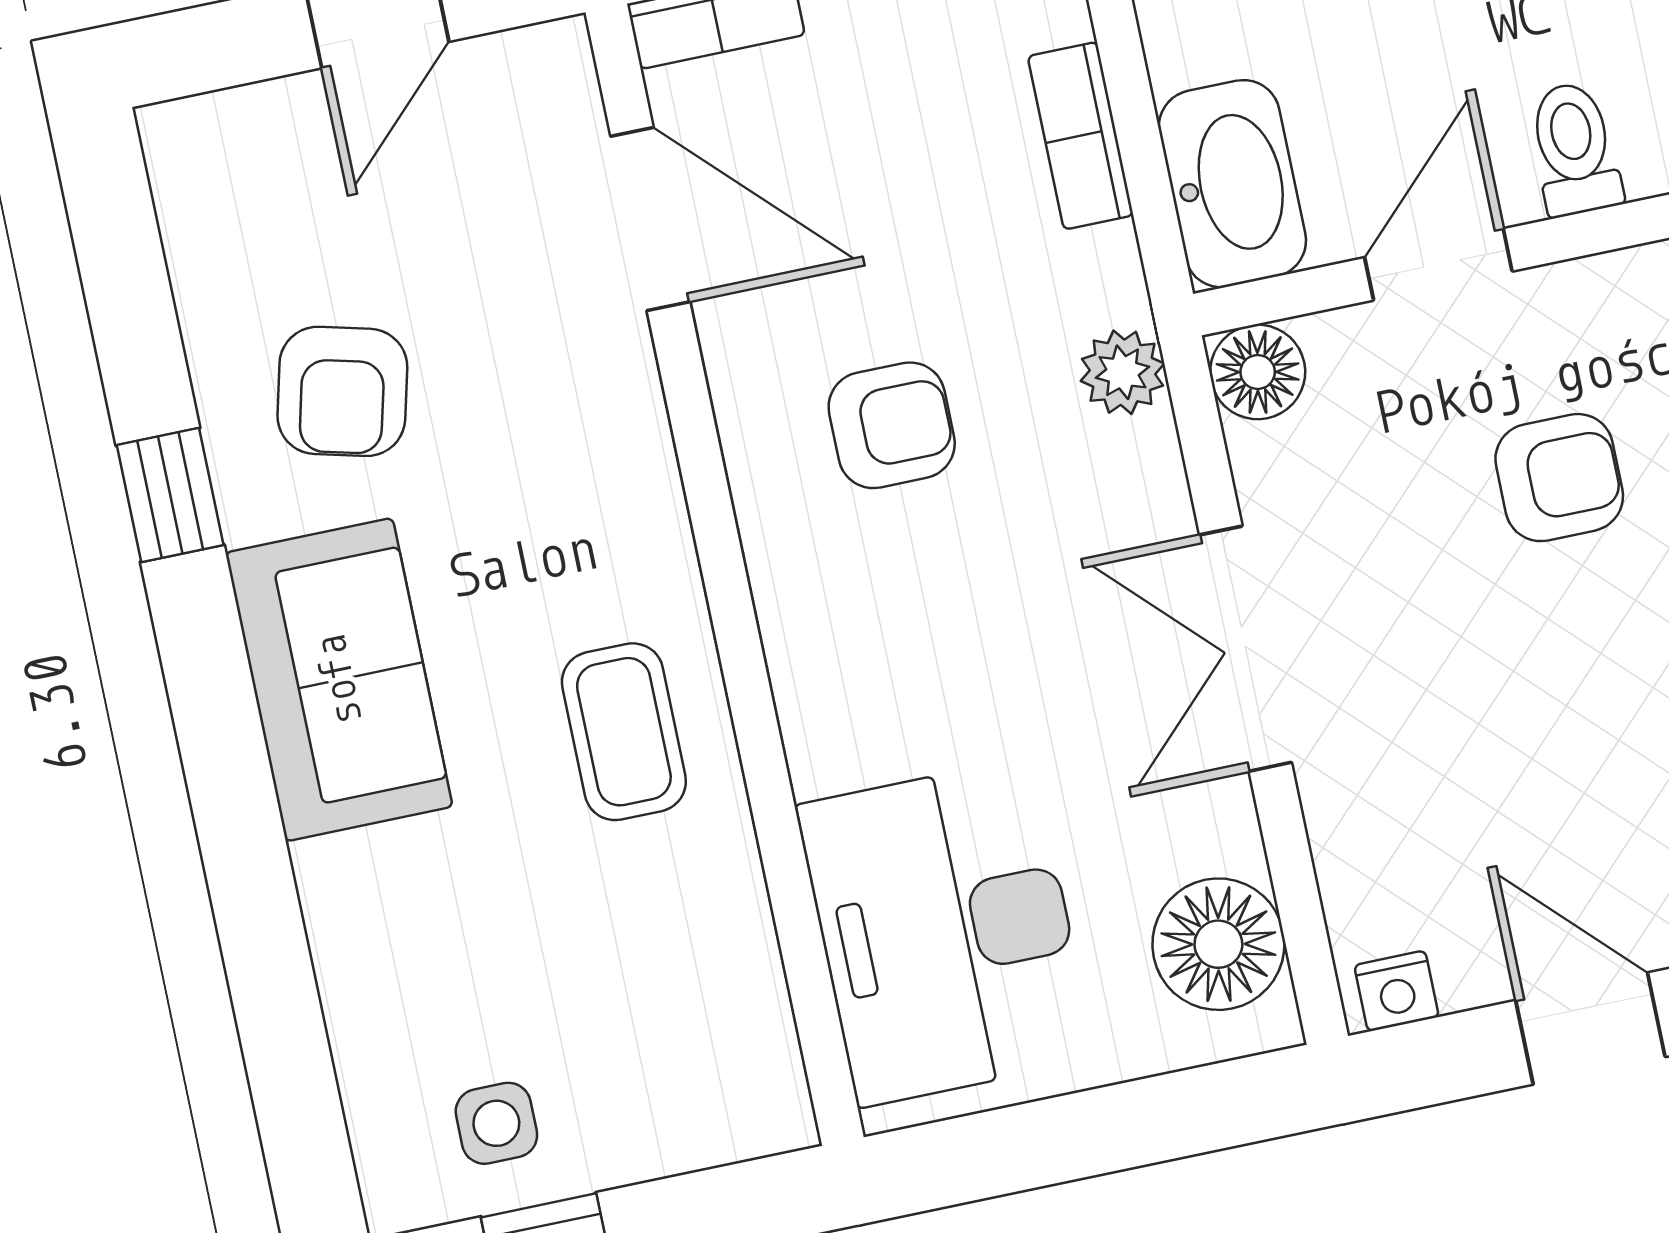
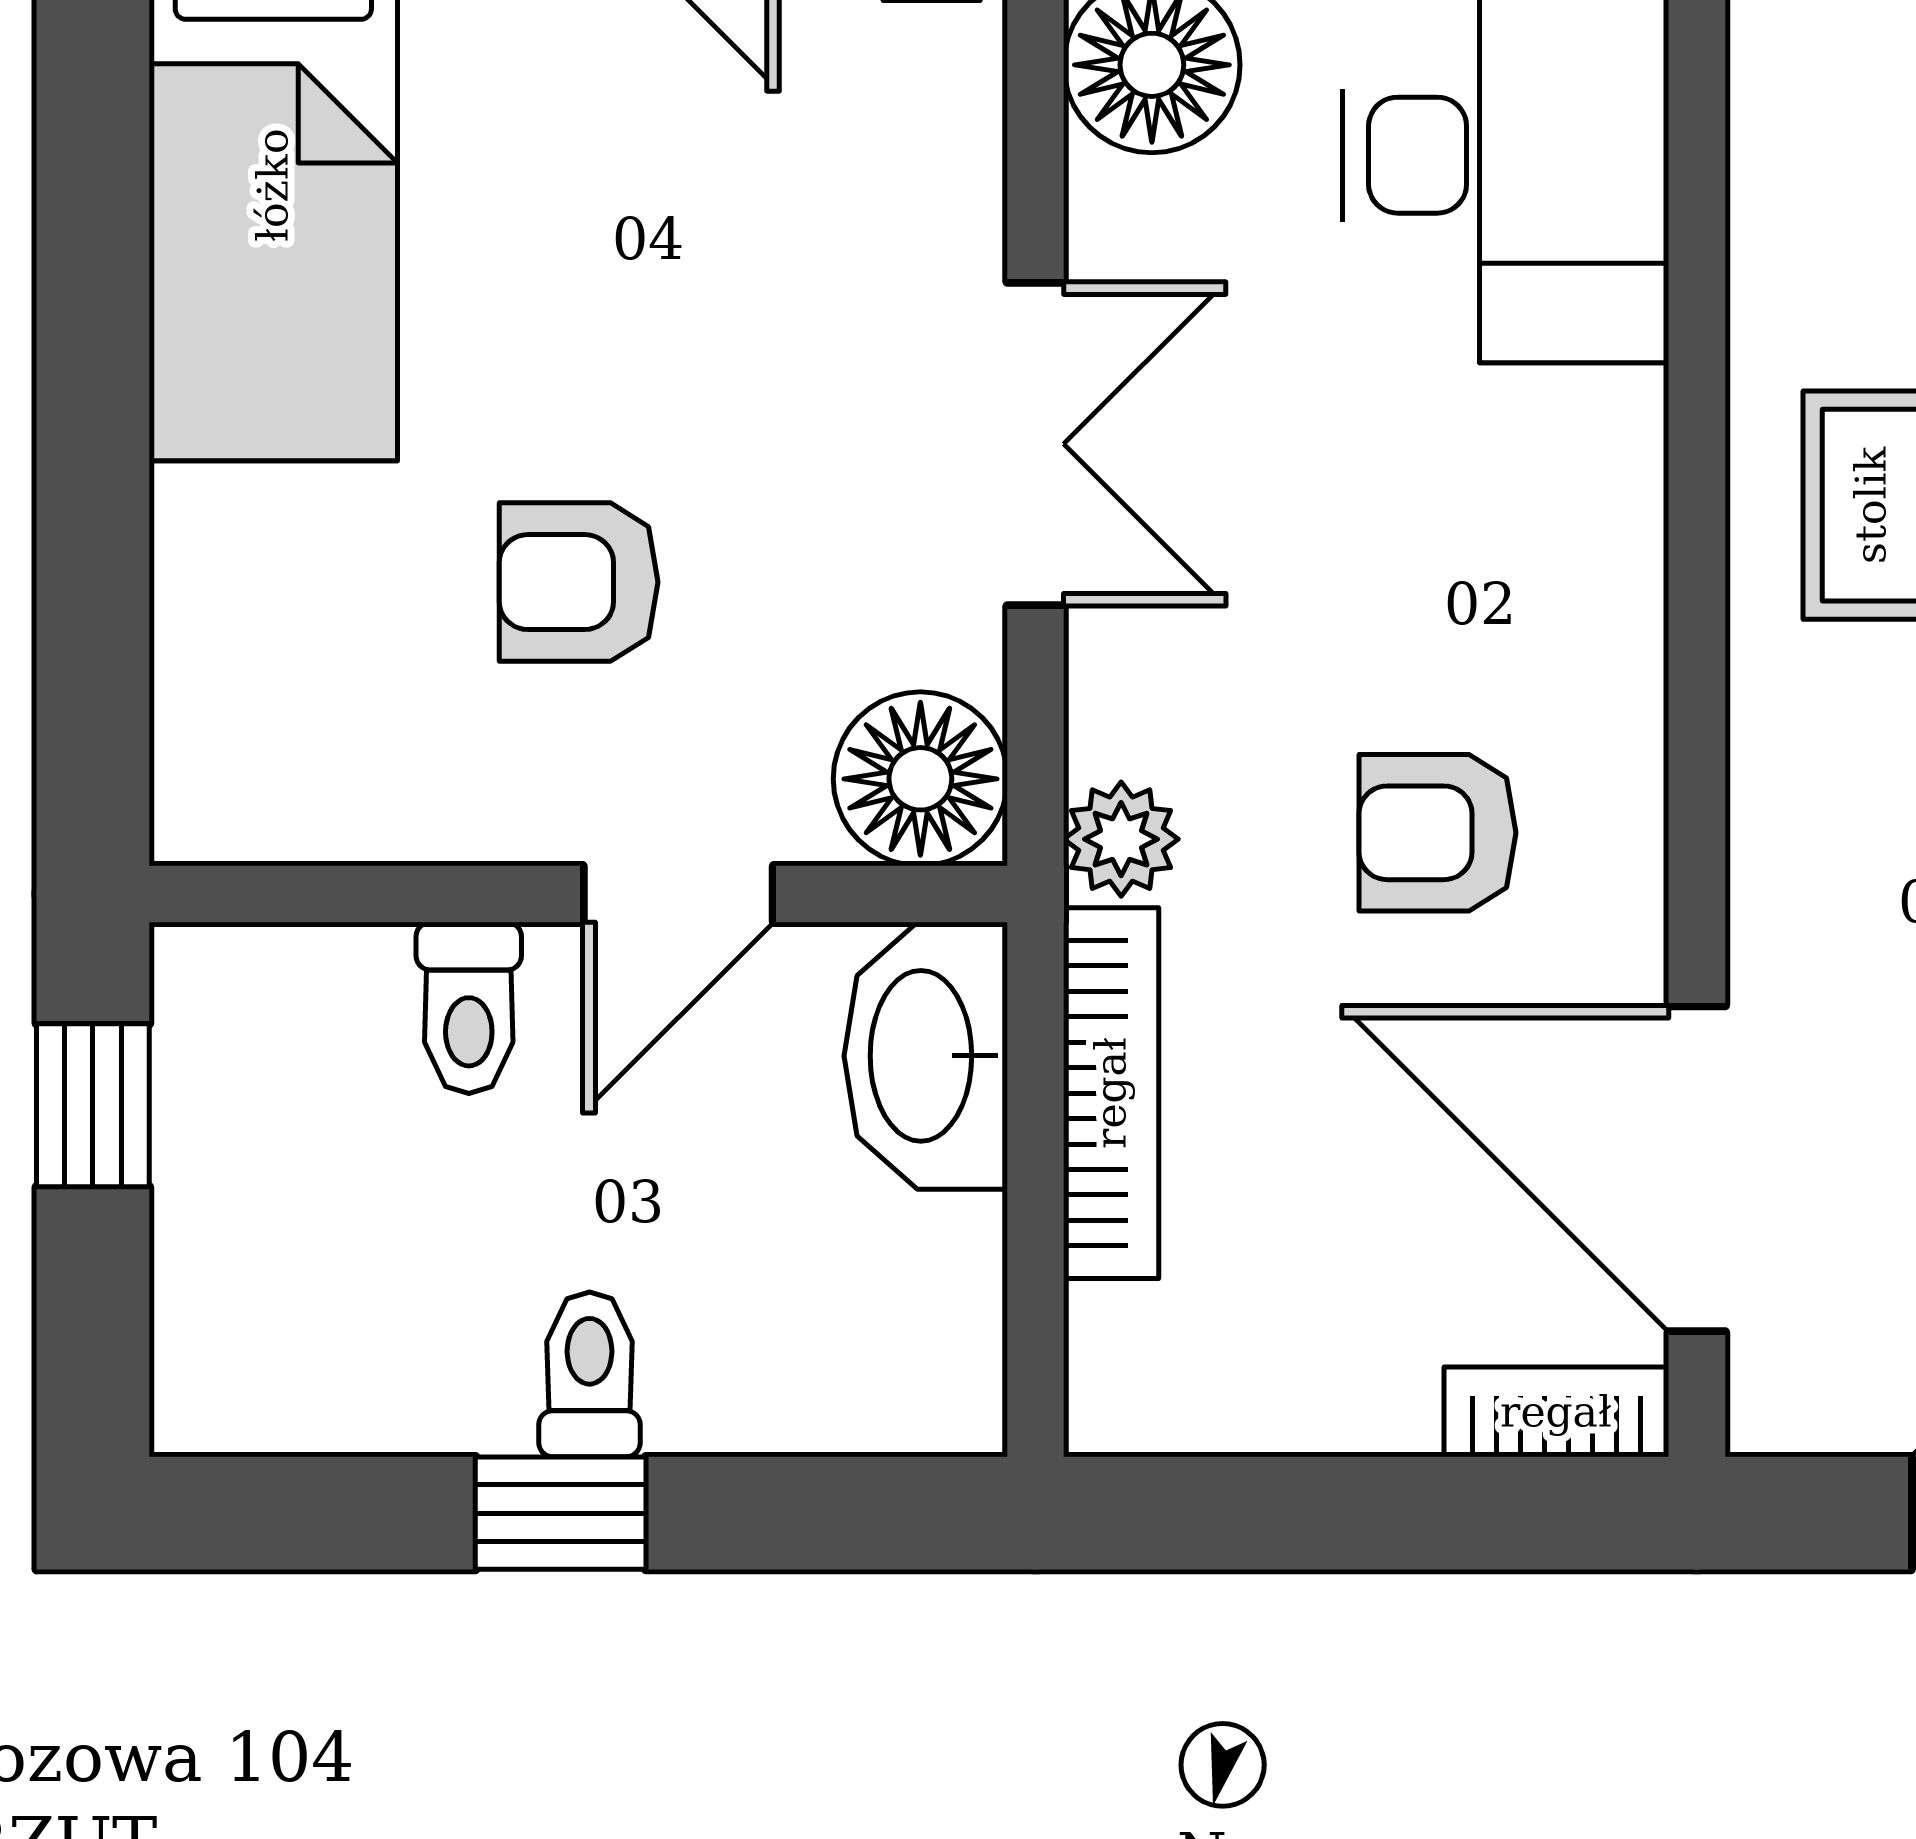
bookcase: (1081, 136) -> (1111, 1093), width x1.56
door: (650, 219) -> (1697, 1169), width x1.36
floor lamp: (1258, 372) -> (920, 779), width x1.38, depth x1.38

